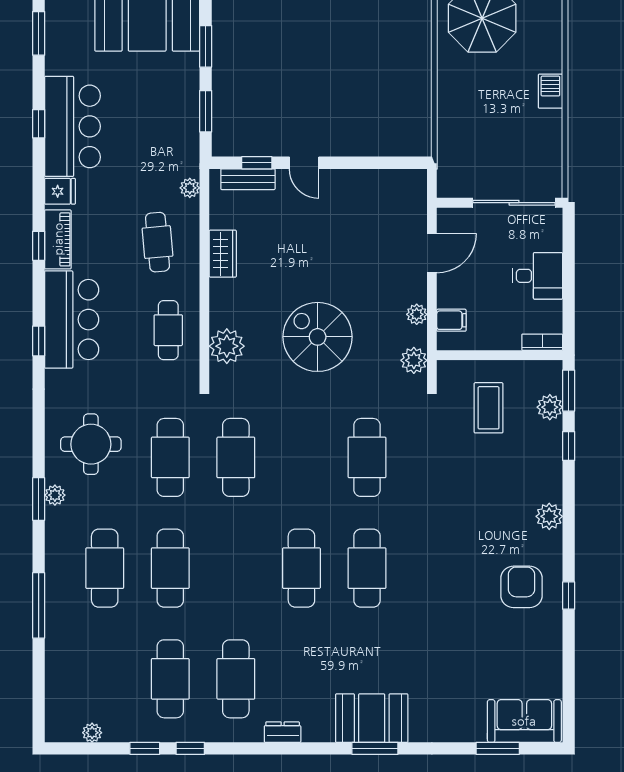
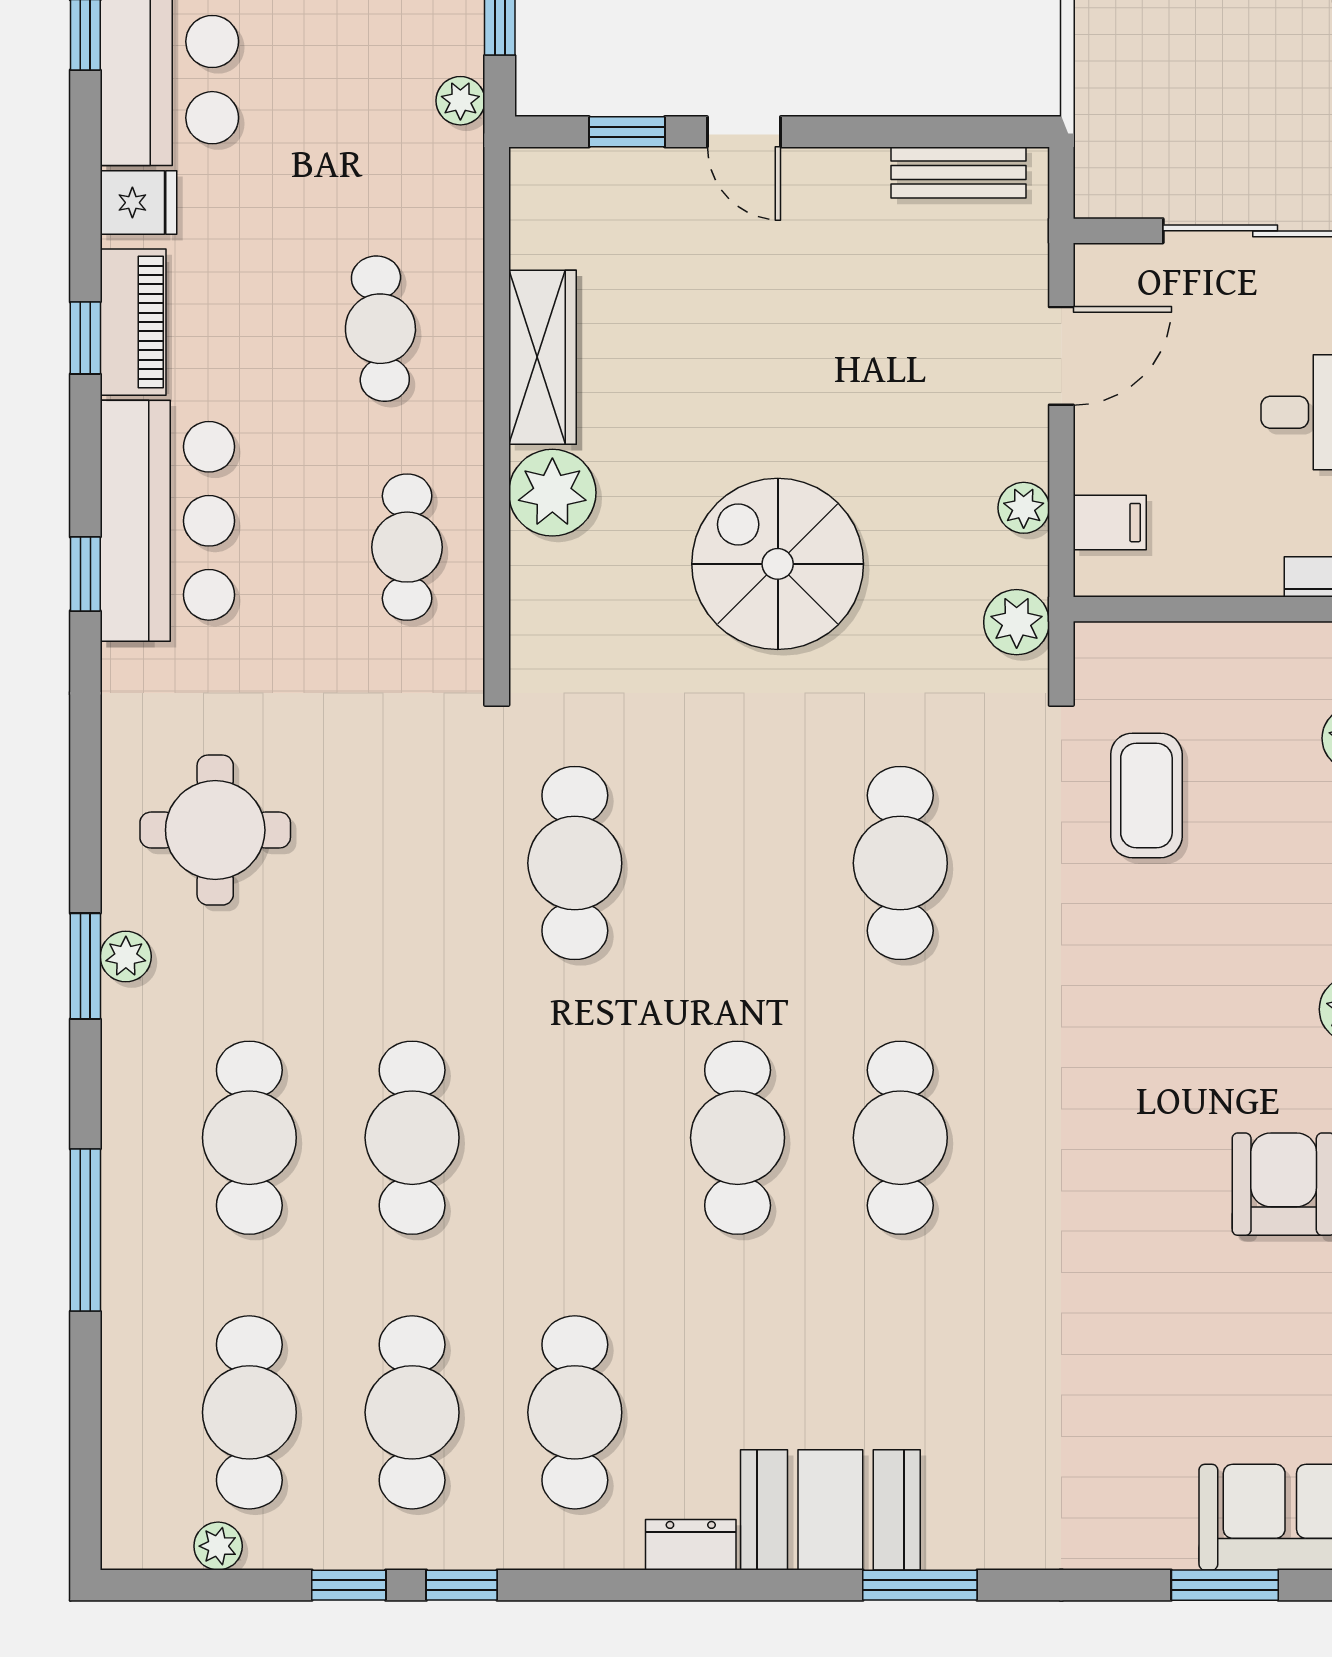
bench: (248, 179) -> (959, 172), moved
plant: (190, 188) -> (460, 101), moved
wardrobe: (223, 254) -> (542, 357), width x1.50
plant: (227, 346) -> (552, 493), moved
coffee table: (489, 408) -> (1146, 795), moved
cafe table: (170, 457) -> (249, 1412), moved
booth: (372, 718) -> (830, 1510), moved

